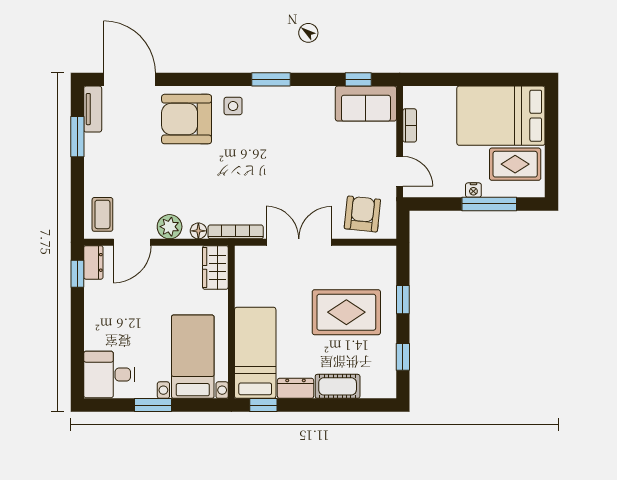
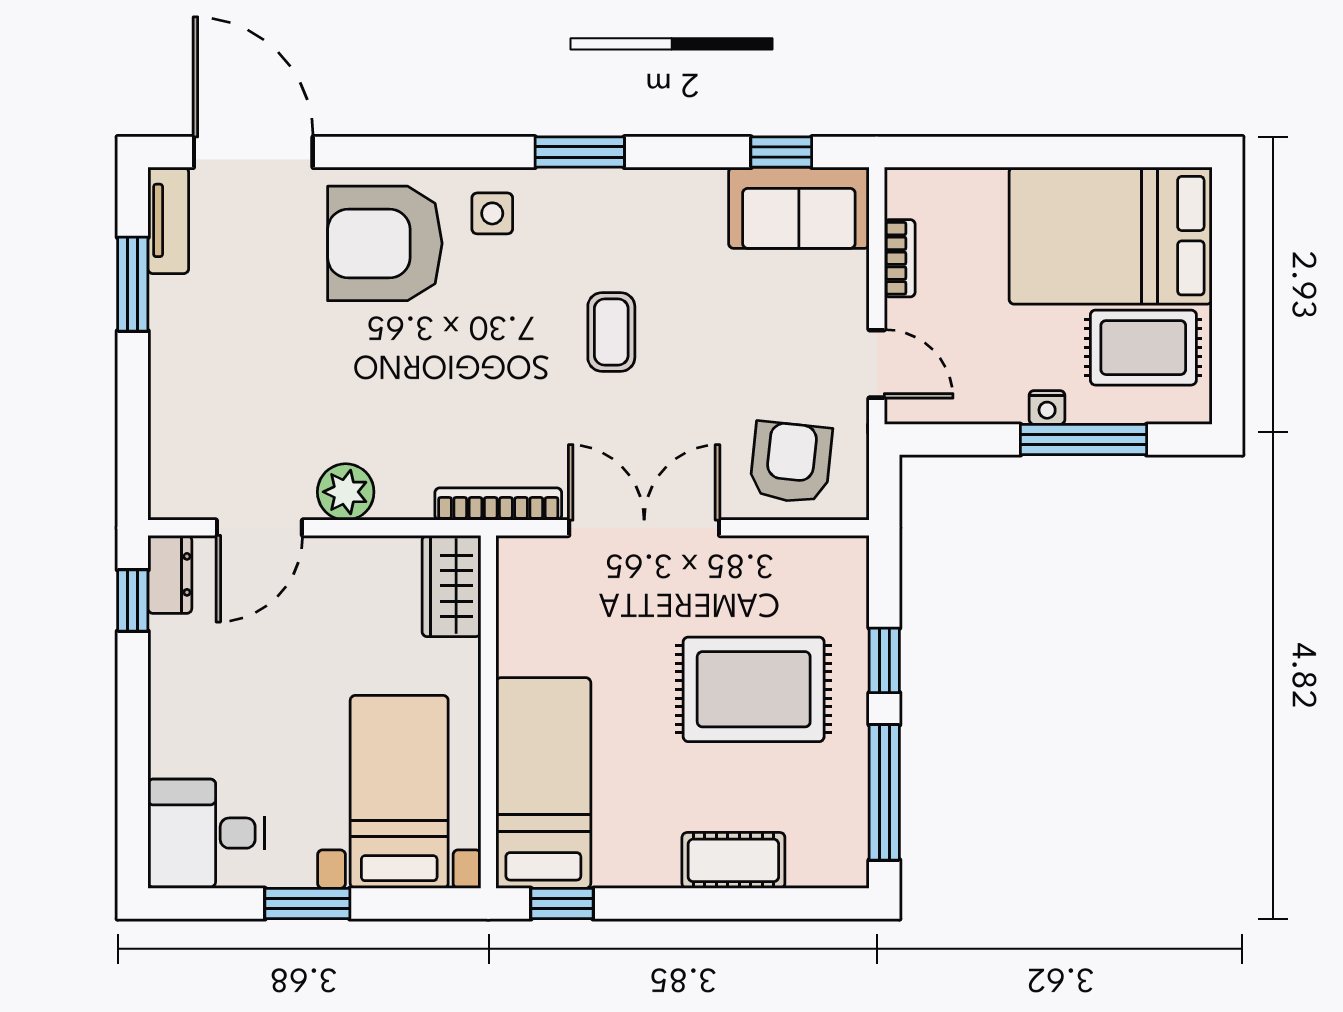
coffee table: (102, 214) -> (611, 332), moved
floor lamp: (198, 231) -> (412, 502), removed
window: (403, 357) -> (884, 792), width x2.17
dresser: (296, 388) -> (636, 865), removed

